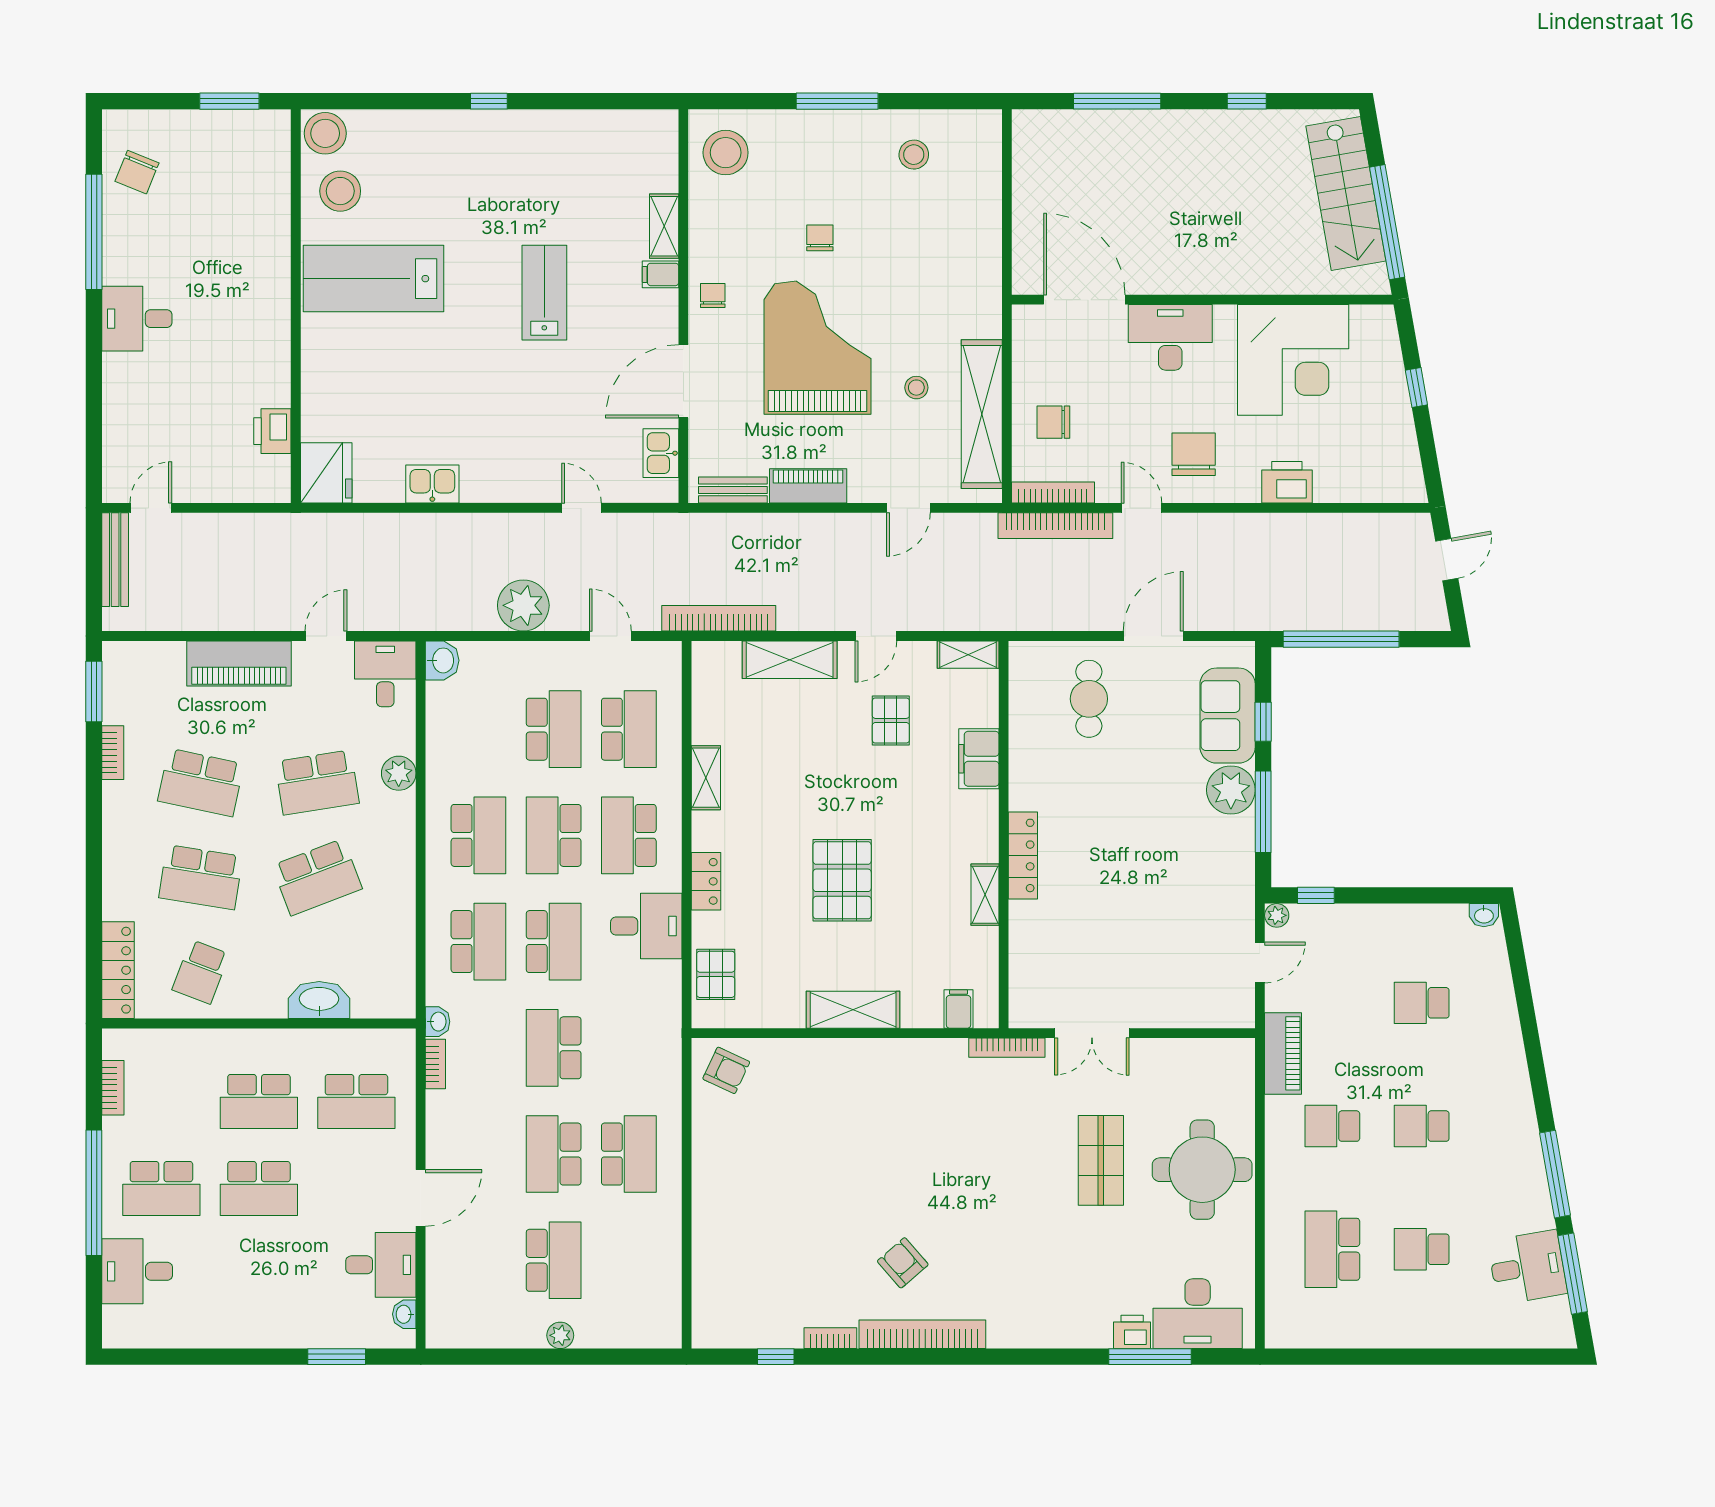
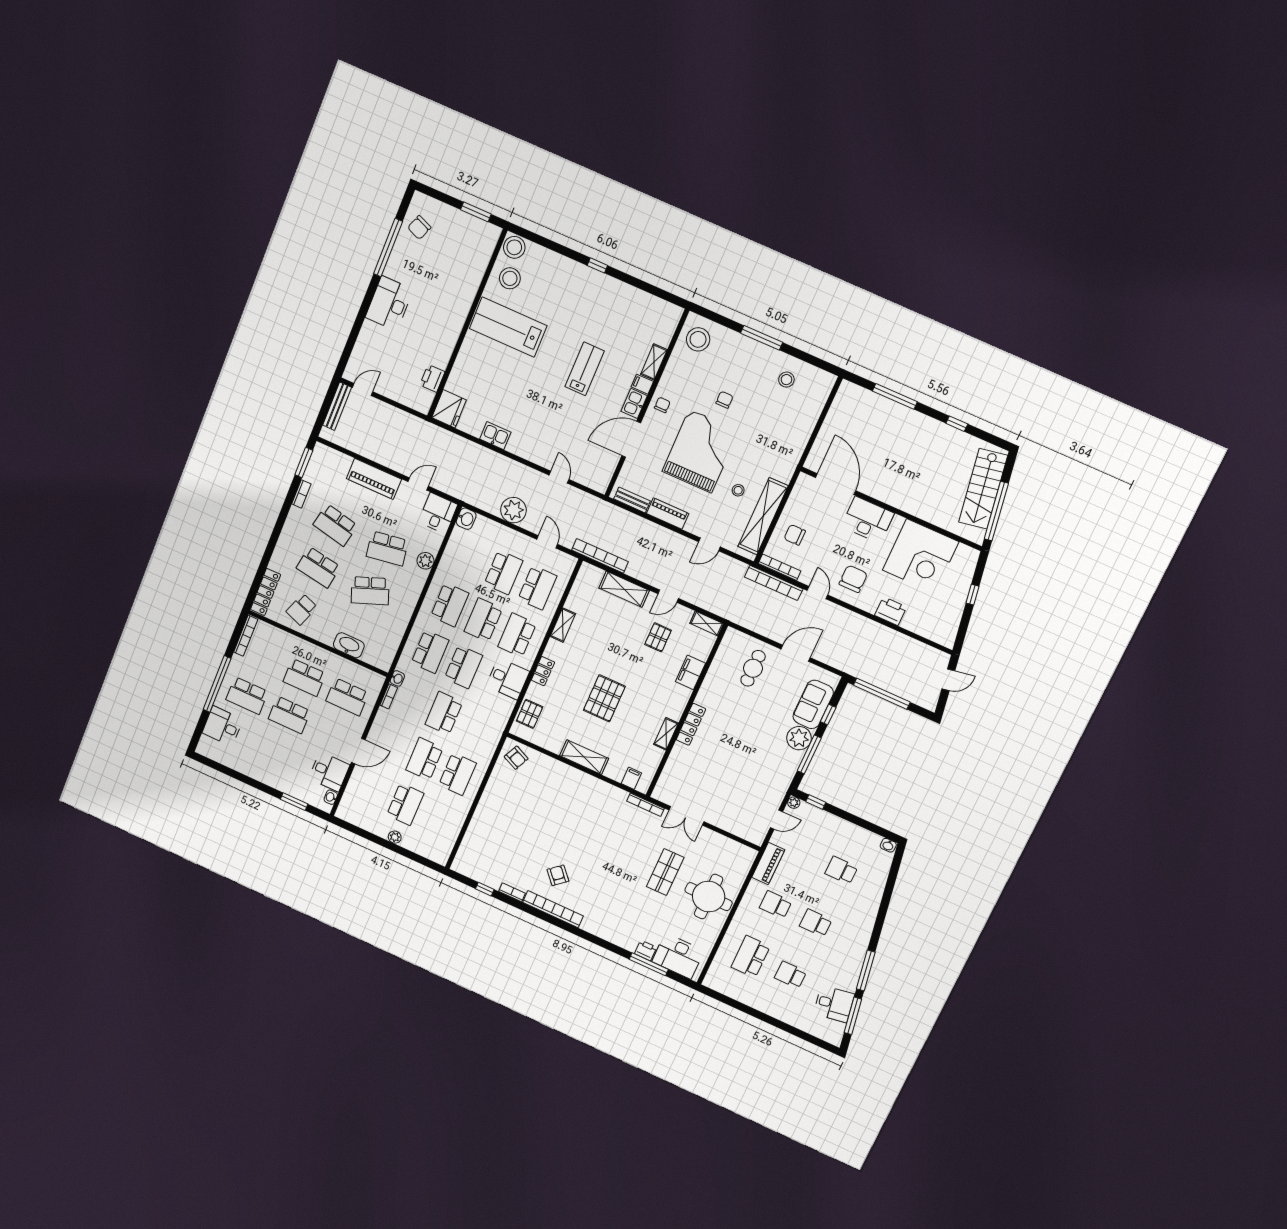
desk: (137, 319) -> (389, 304), width x1.37
kitchen sink: (661, 453) -> (634, 403), moved
bookcase: (113, 1088) -> (246, 636), width x1.56

